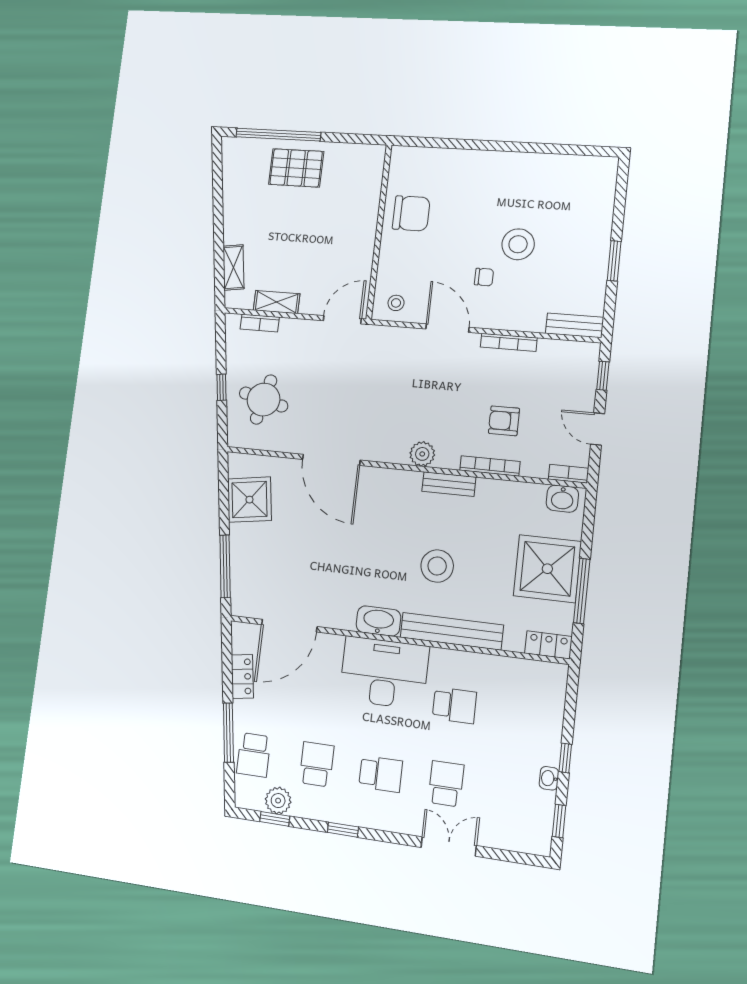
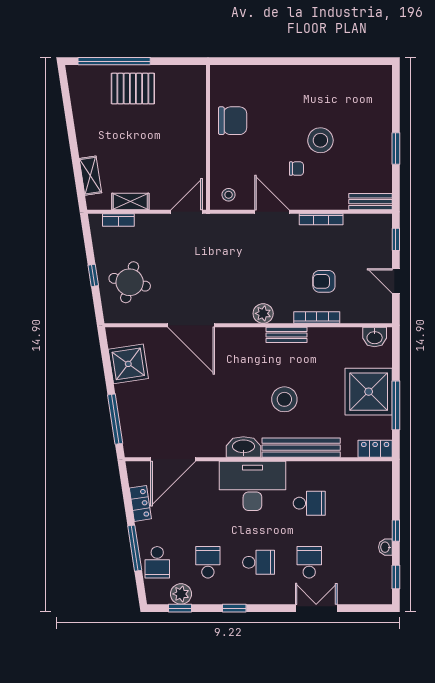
bookcase: (569, 474) -> (377, 318), removed

